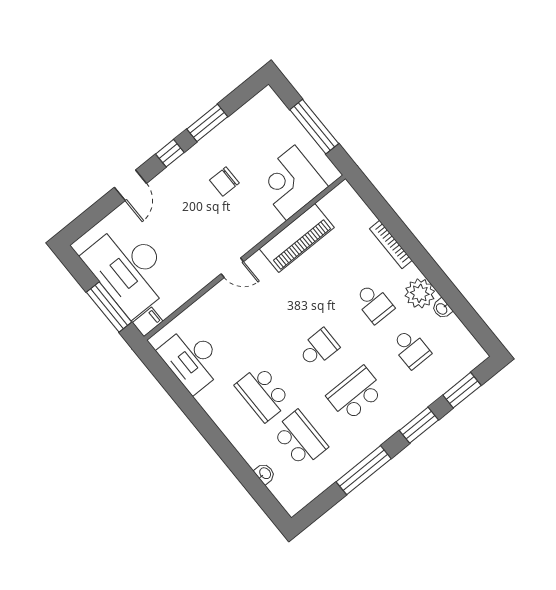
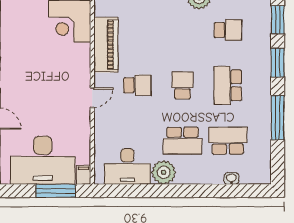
chair: (224, 182) -> (37, 60), removed
school desk: (374, 303) -> (137, 85), moved
plant: (216, 400) -> (164, 172), added

